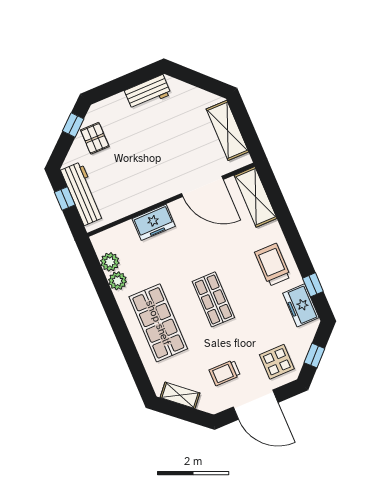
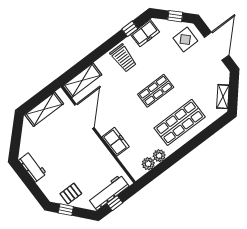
trolley: (273, 265) -> (123, 58), turned -90
trolley: (225, 373) -> (201, 71), removed

